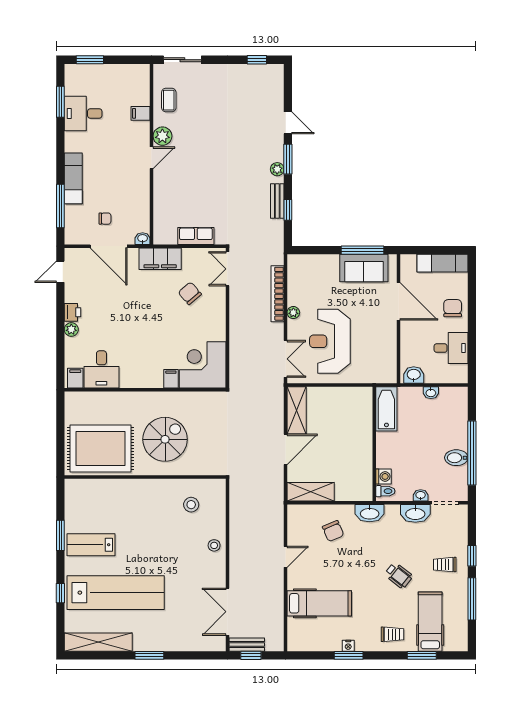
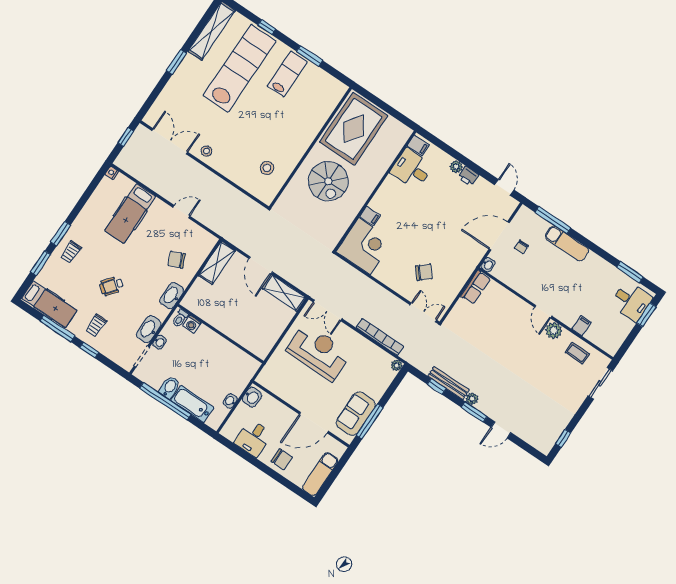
desk: (83, 113) -> (631, 301), moved, turned 90
bench: (277, 201) -> (449, 383), width x1.36
row of seats: (196, 236) -> (476, 287), moved
filing cabinet: (160, 259) -> (464, 268), removed
plant: (293, 313) -> (397, 365), moved
bathtub: (386, 409) -> (192, 404), moved, turned 180
stool: (214, 545) -> (206, 151), moved
door: (286, 557) -> (181, 212), swing flipped
trolley: (445, 565) -> (96, 326), turned 180
lab bench: (116, 593) -> (240, 68), turned 180
hospital bed: (430, 622) -> (49, 304), moved
bench: (247, 645) -> (136, 139), removed
nightstand: (348, 646) -> (112, 173), moved
window: (349, 655) -> (61, 234), moved

